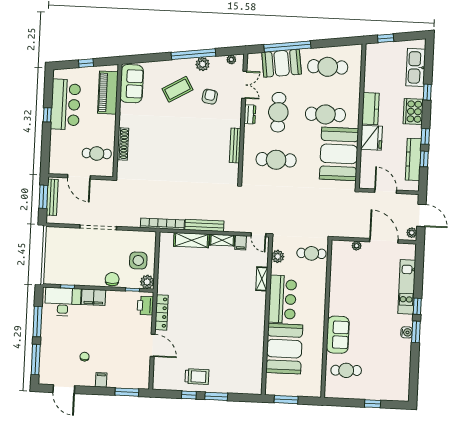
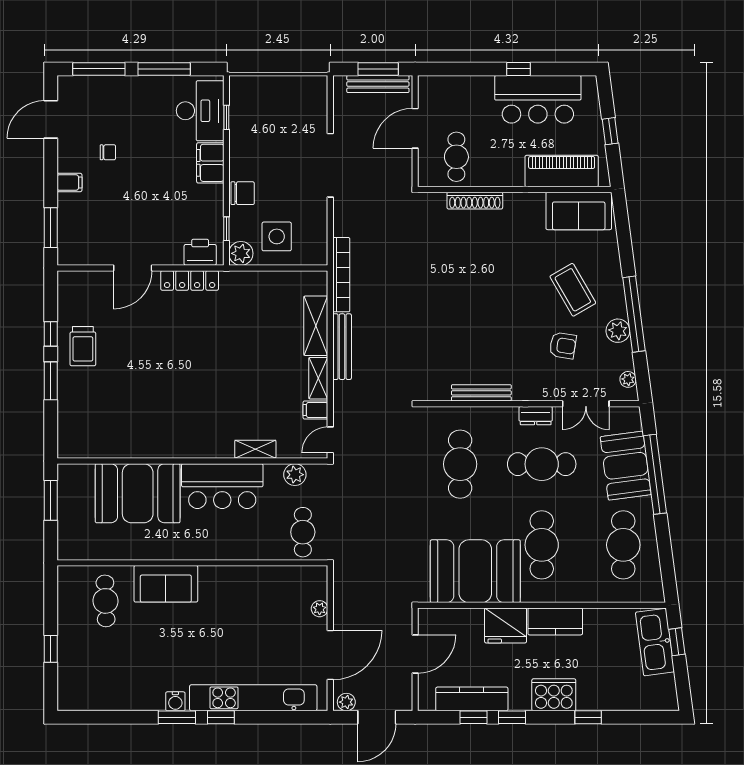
kitchen sink: (416, 67) -> (655, 642), moved, turned -97
kitchen unit: (407, 287) -> (253, 698), width x1.36

